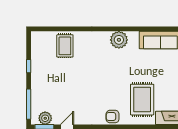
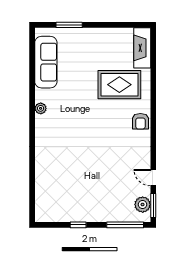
plant: (119, 40) -> (41, 108), width x0.53, depth x0.53
rug: (65, 46) -> (53, 180), removed

